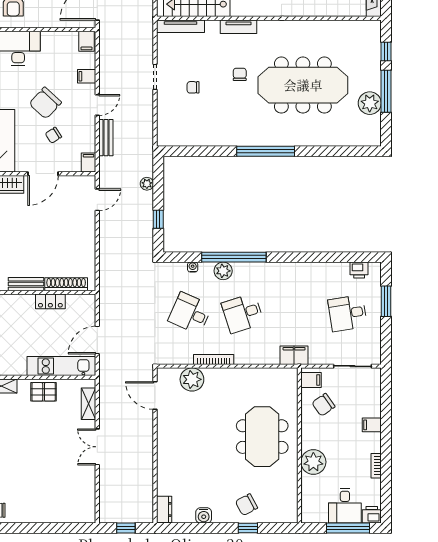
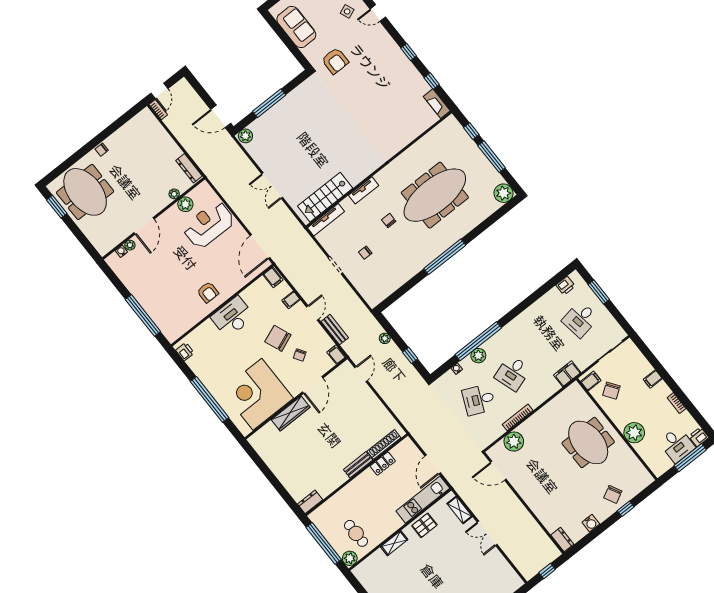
chair: (45, 103) -> (278, 338), turned 115
plant: (370, 103) -> (503, 193), moved

